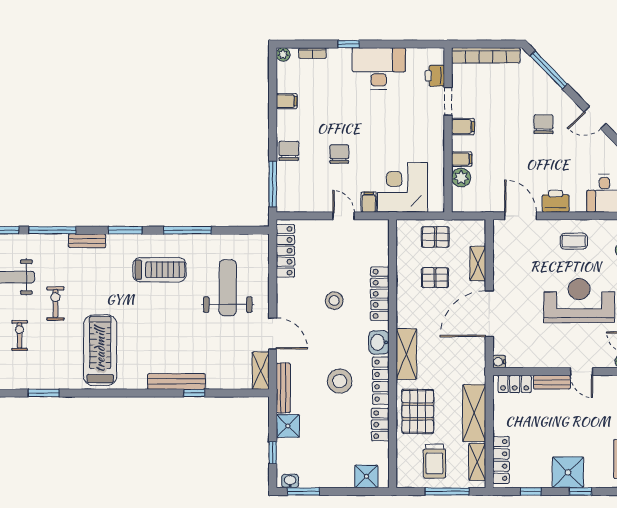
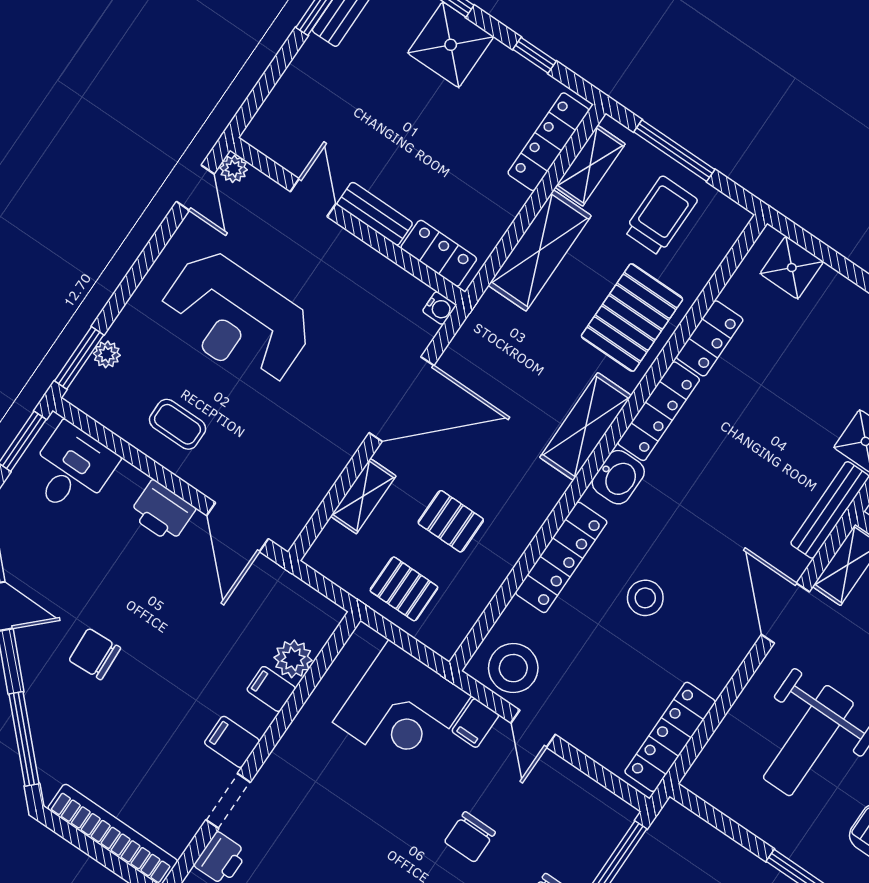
chair: (543, 124) -> (95, 654), turned 87
stool: (340, 381) -> (513, 668), moved

